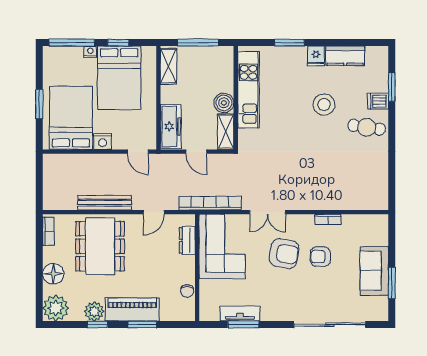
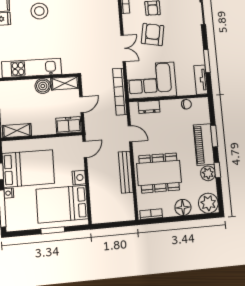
freezer: (171, 126) -> (68, 125), width x0.71
tv unit: (240, 314) -> (201, 80), moved

